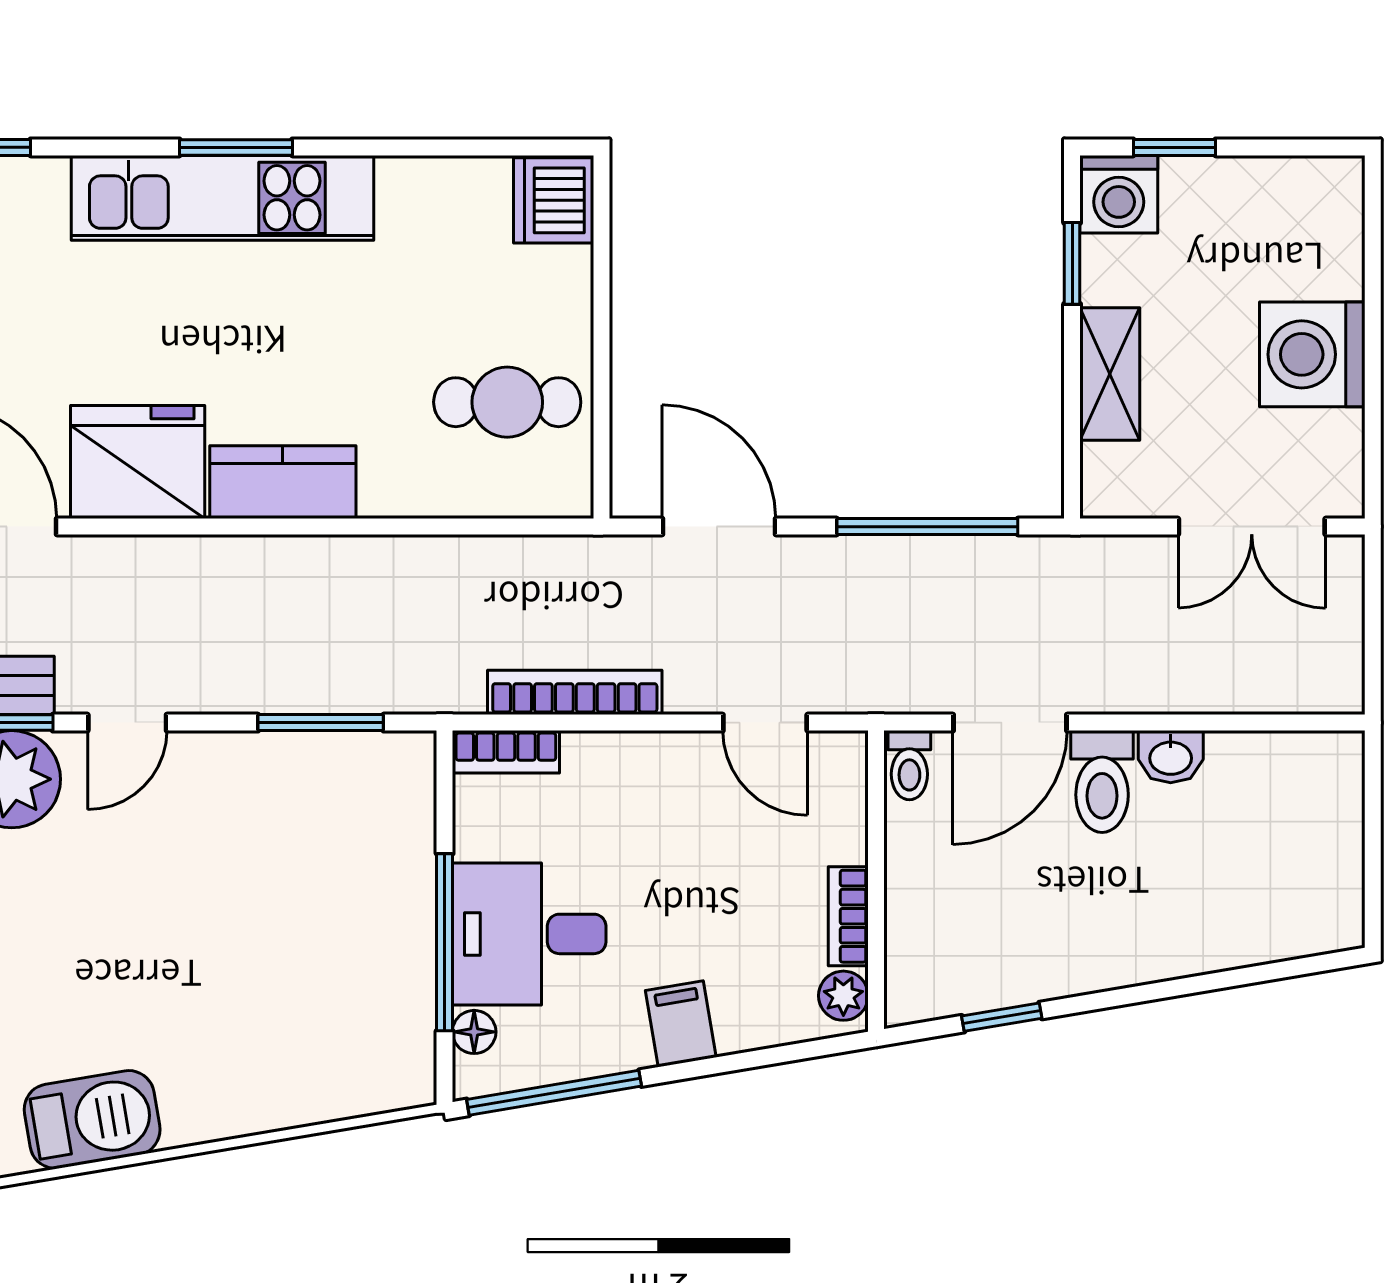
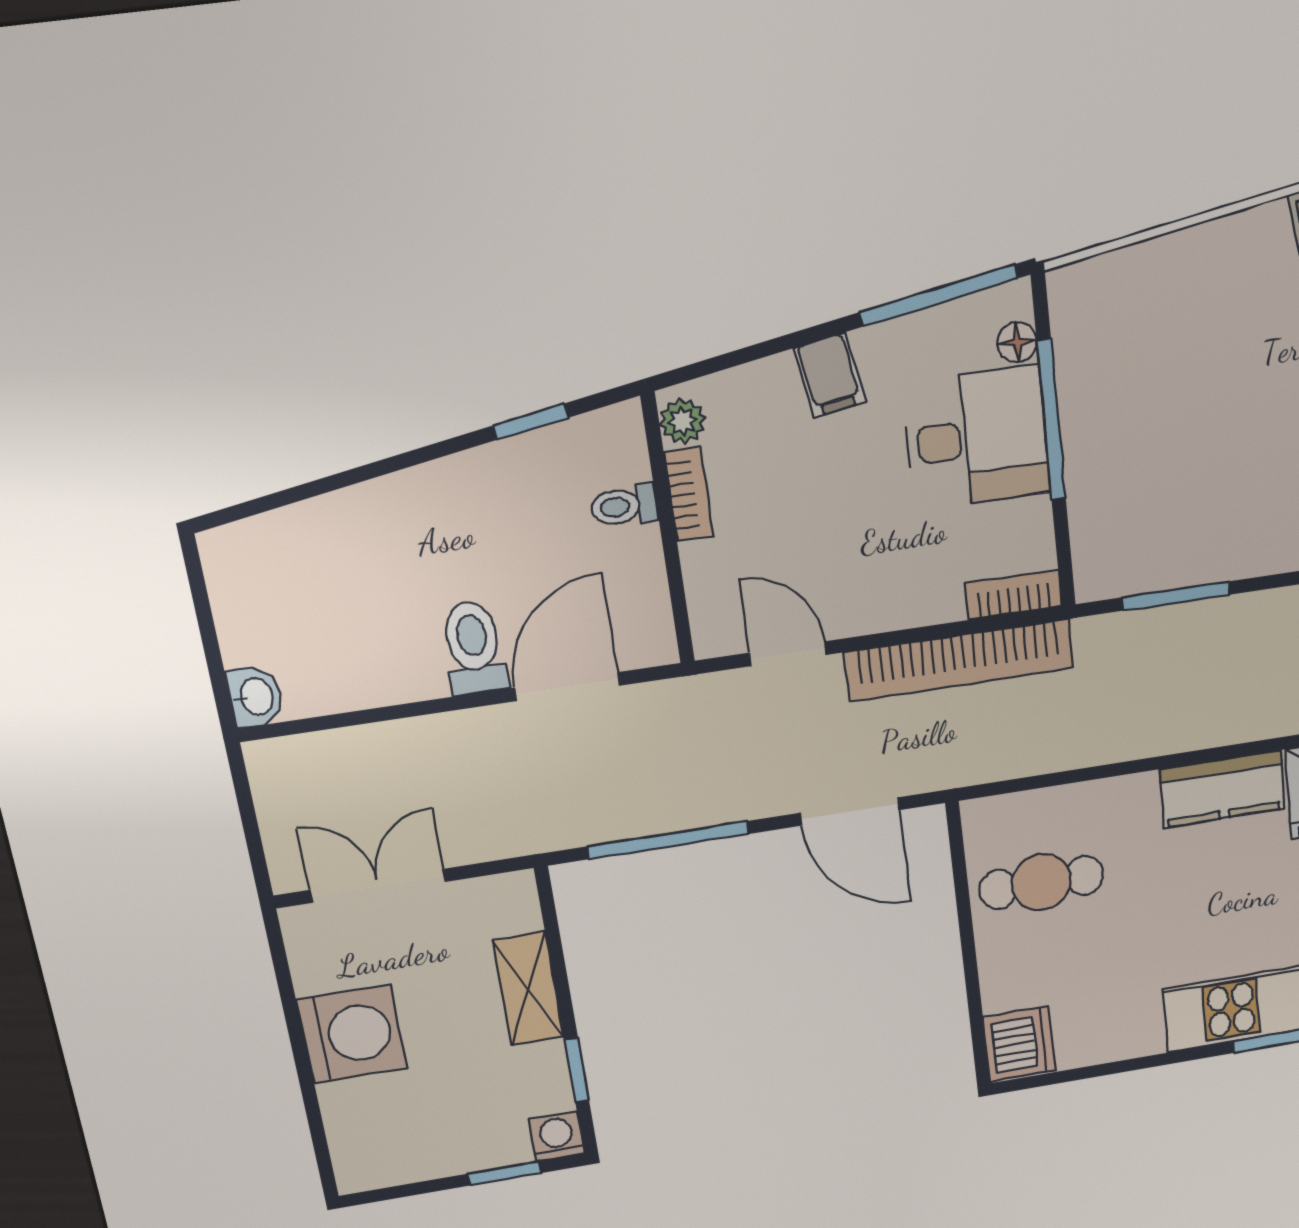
washing machine: (1119, 194) -> (557, 1136), width x0.73, depth x0.73
bookcase: (575, 692) -> (959, 660), width x1.48, depth x1.31
washbasin: (1171, 757) -> (255, 697), moved, turned 90
toilet: (909, 765) -> (624, 506), moved, turned -90

